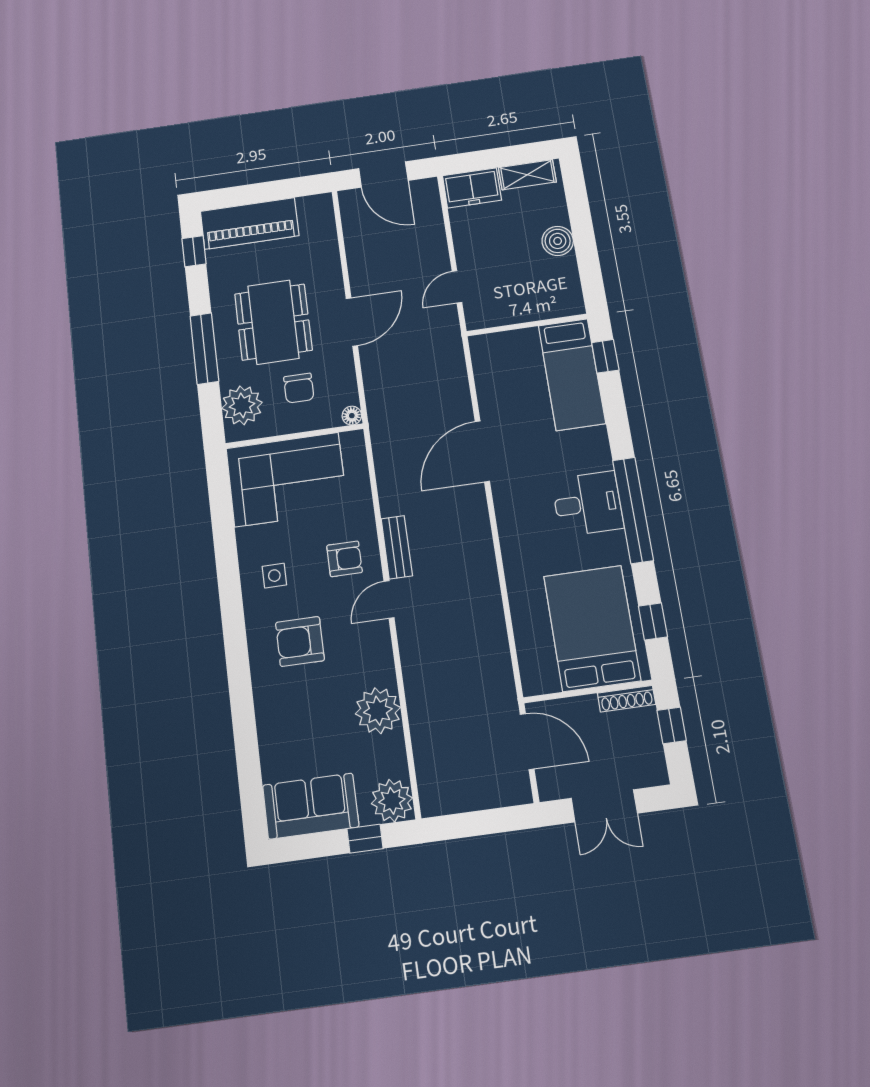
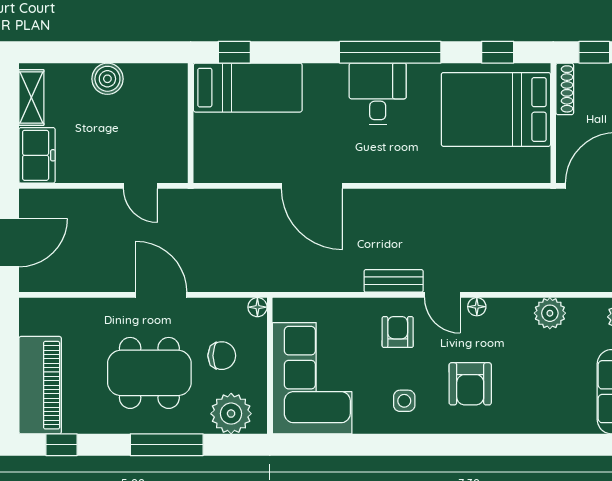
floor lamp: (381, 637) -> (477, 307), added
plant: (378, 711) -> (550, 313), width x0.73, depth x0.73

